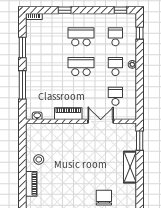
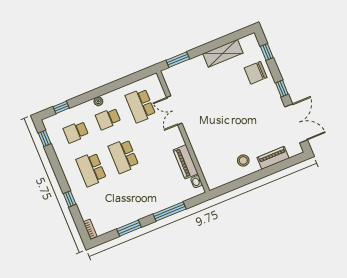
school desk: (115, 96) -> (140, 105), width x1.85
piano: (68, 114) -> (186, 162), moved
shelving: (130, 167) -> (223, 53), moved

